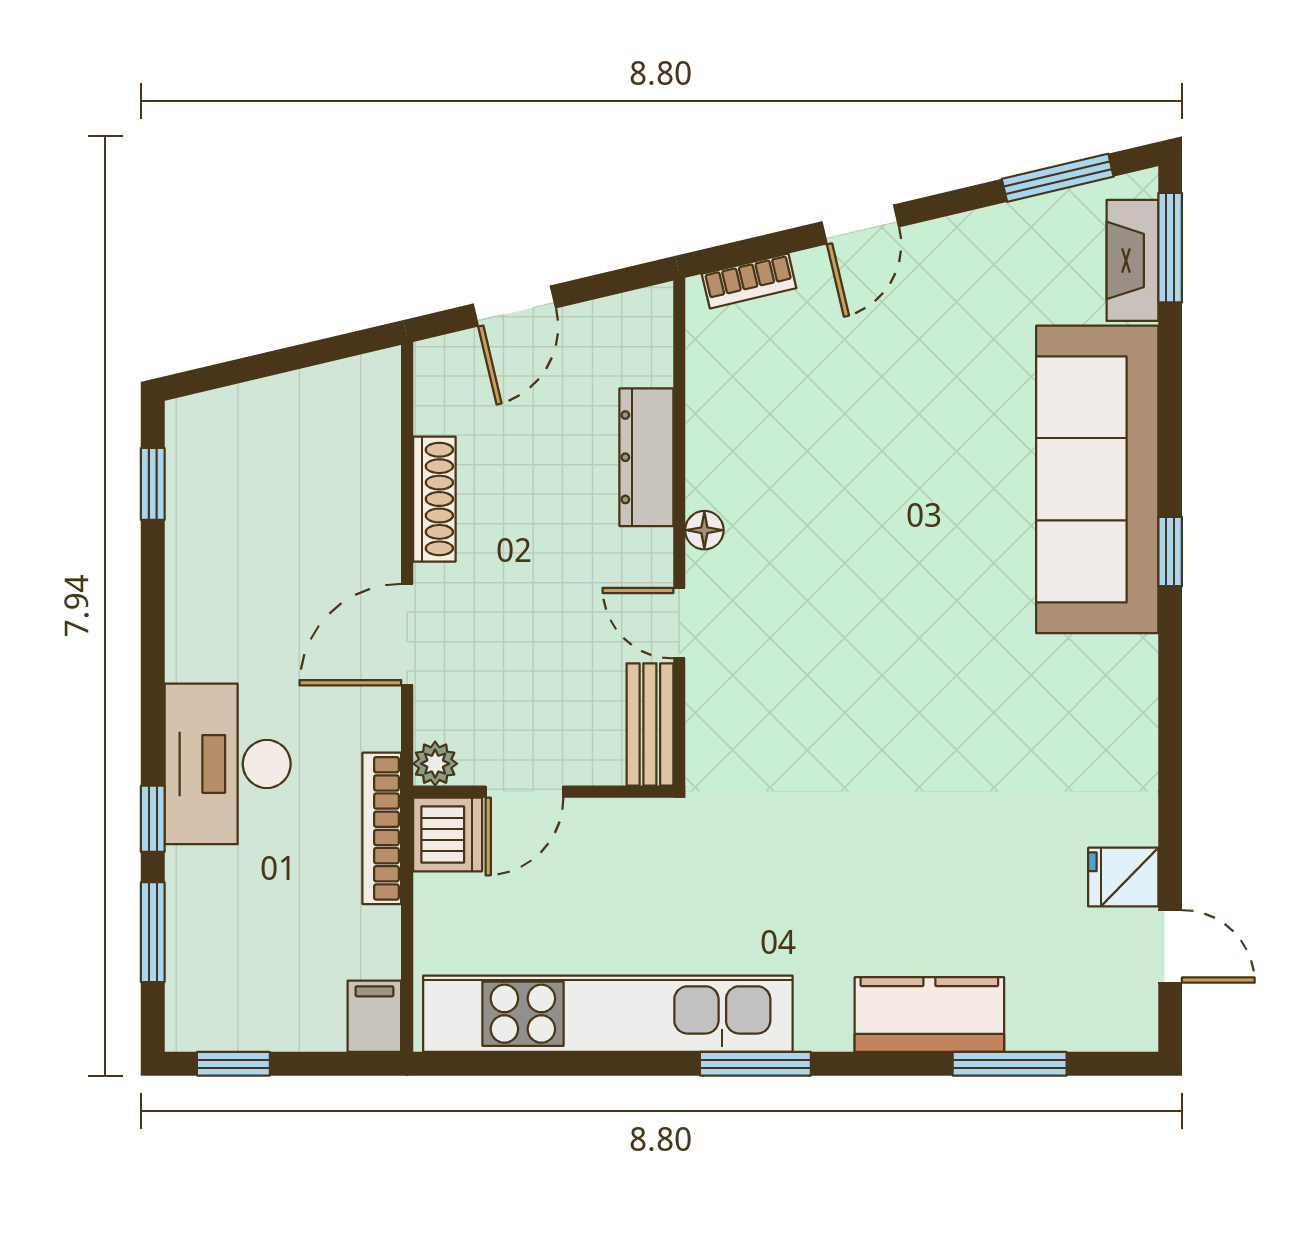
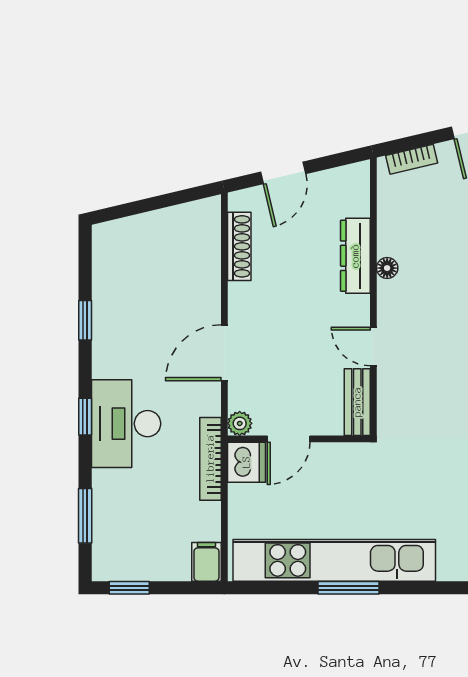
window: (153, 484) -> (85, 320), moved
shoe rack: (434, 499) -> (239, 246), moved
floor lamp: (704, 530) -> (387, 268), moved
window: (153, 819) -> (85, 417), moved
window: (755, 1064) -> (348, 588), moved

